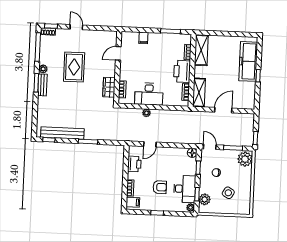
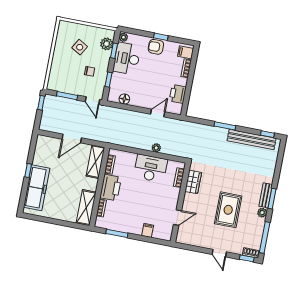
floor lamp: (192, 153) -> (124, 99), moved
plant: (245, 159) -> (56, 81), removed
armchair: (160, 187) -> (156, 47), moved

